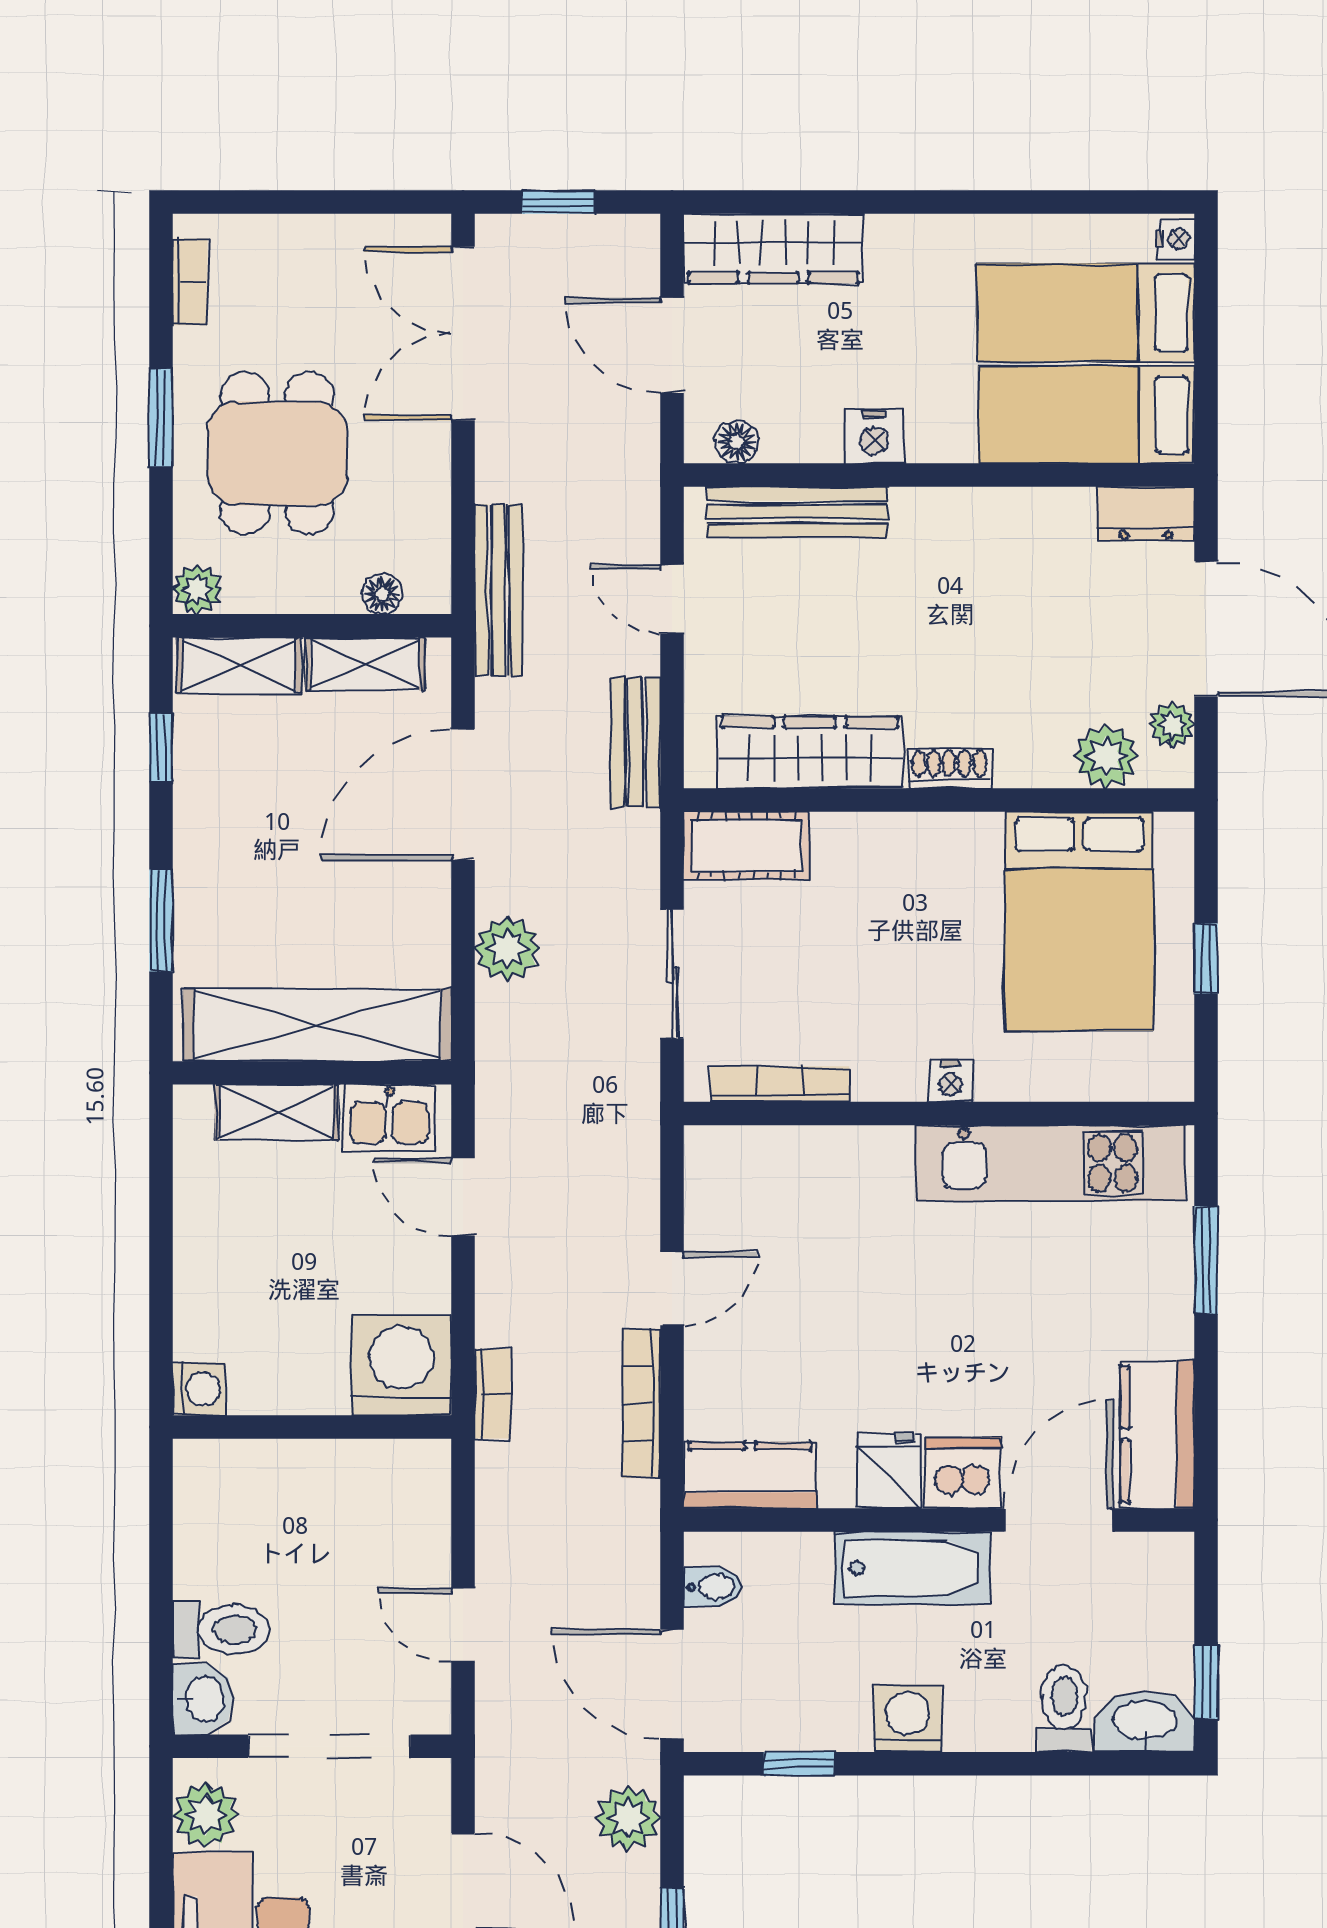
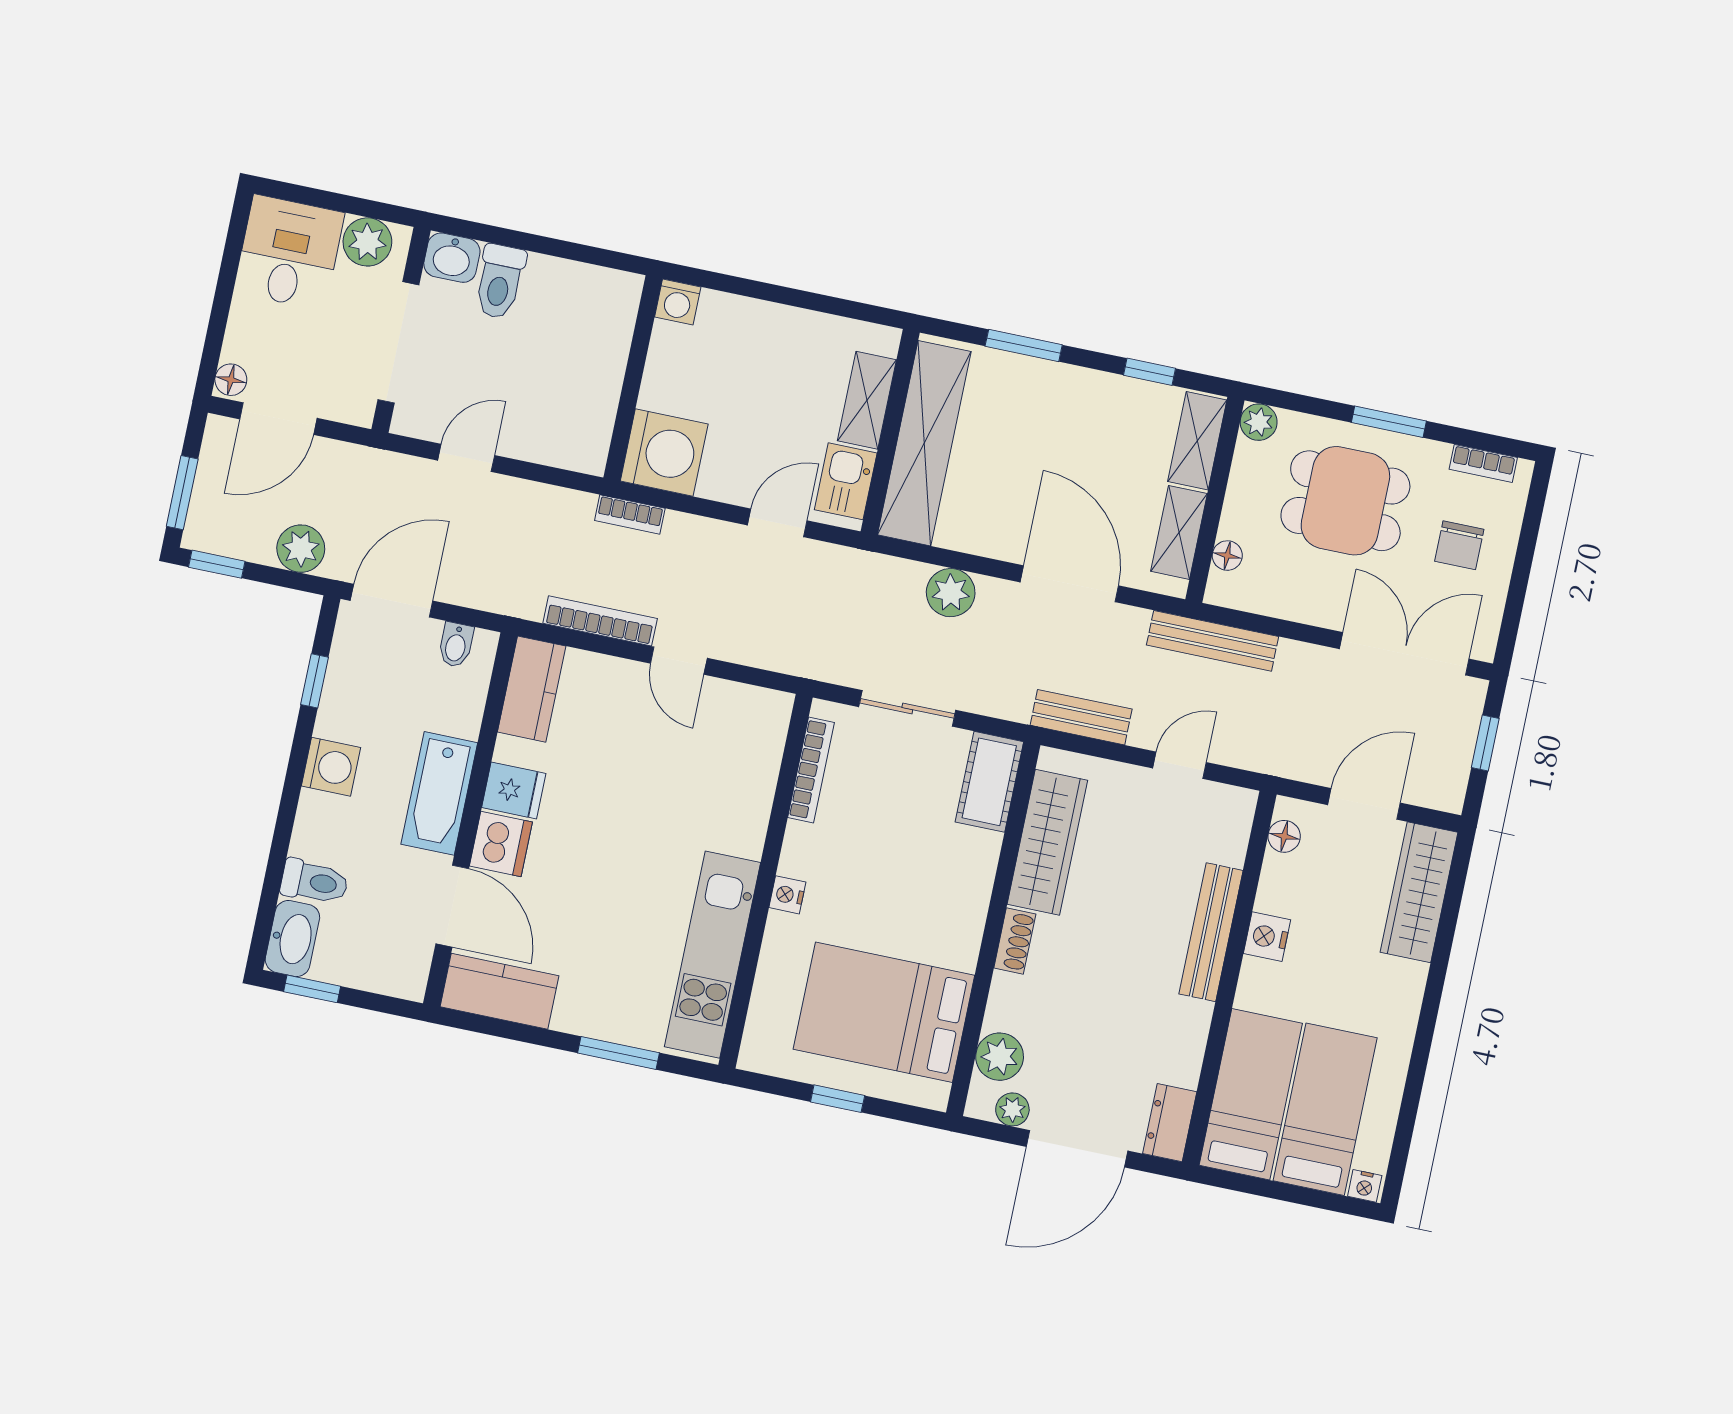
chair: (305, 291) -> (1459, 545), added
bench: (797, 512) -> (1211, 932), moved

